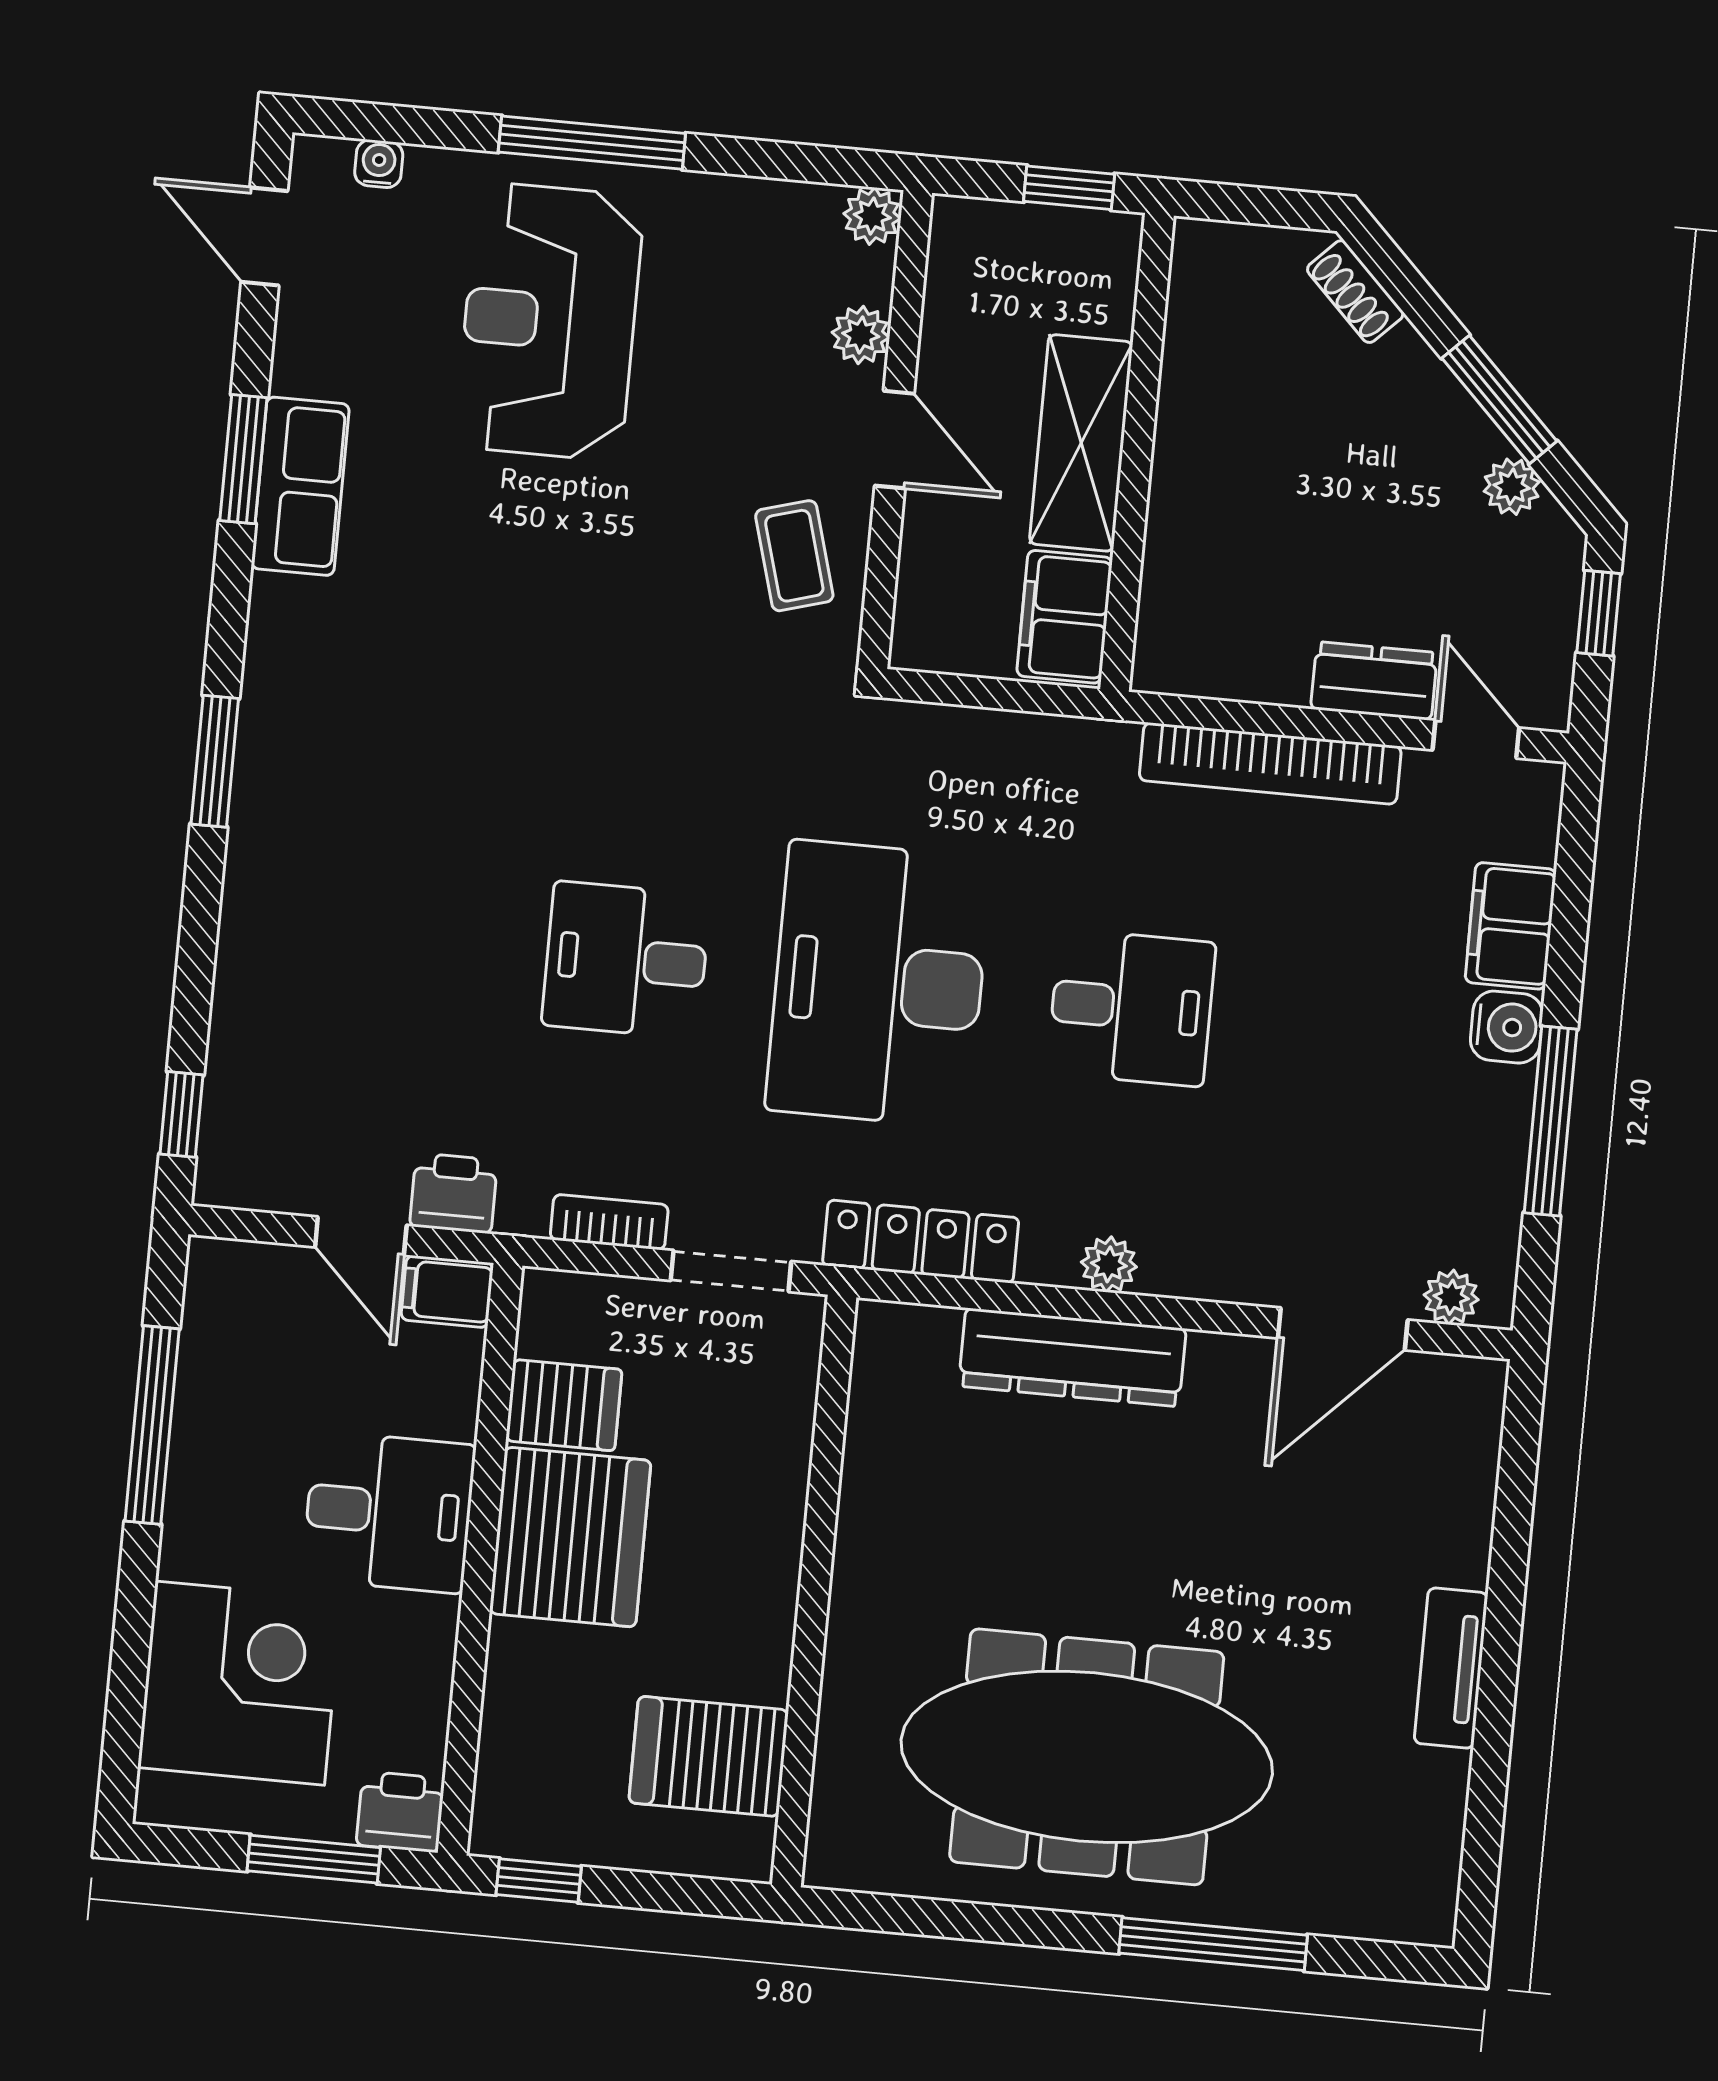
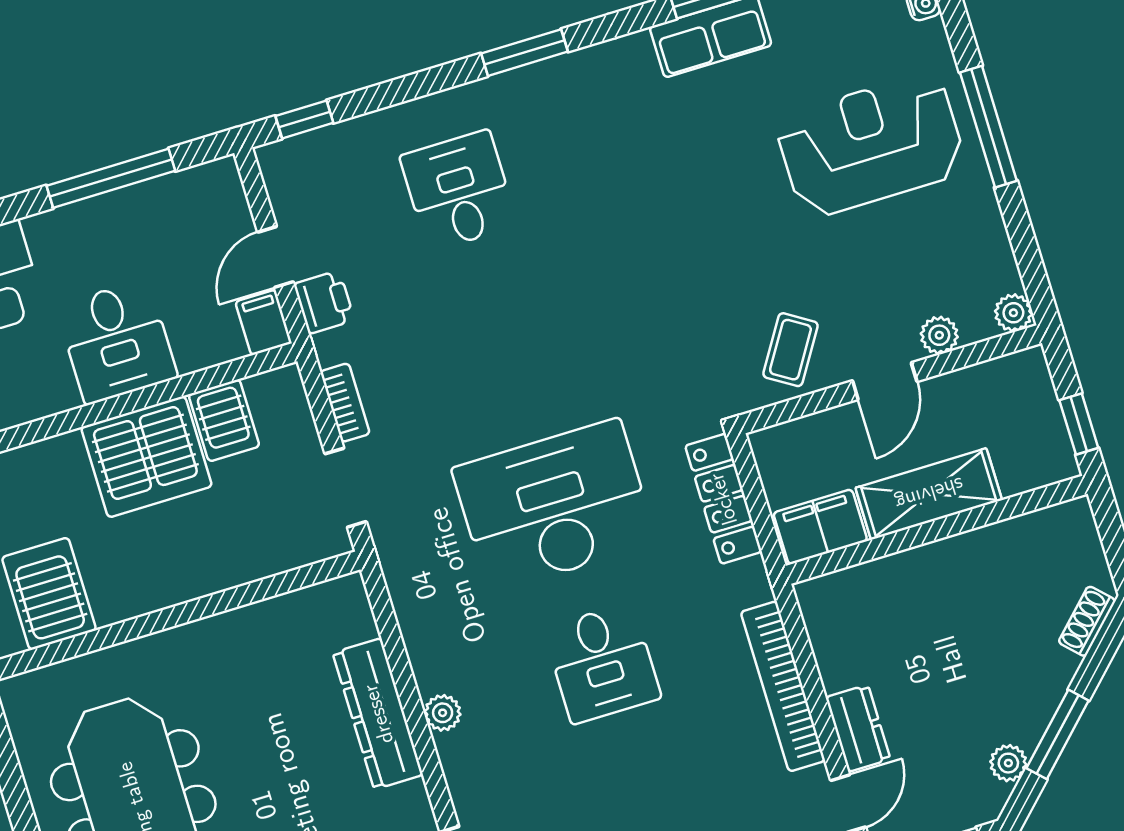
coffee table: (794, 556) -> (790, 350), turned -42
desk: (626, 960) -> (459, 191), moved
locker: (921, 1242) -> (723, 499), moved, turned 180

